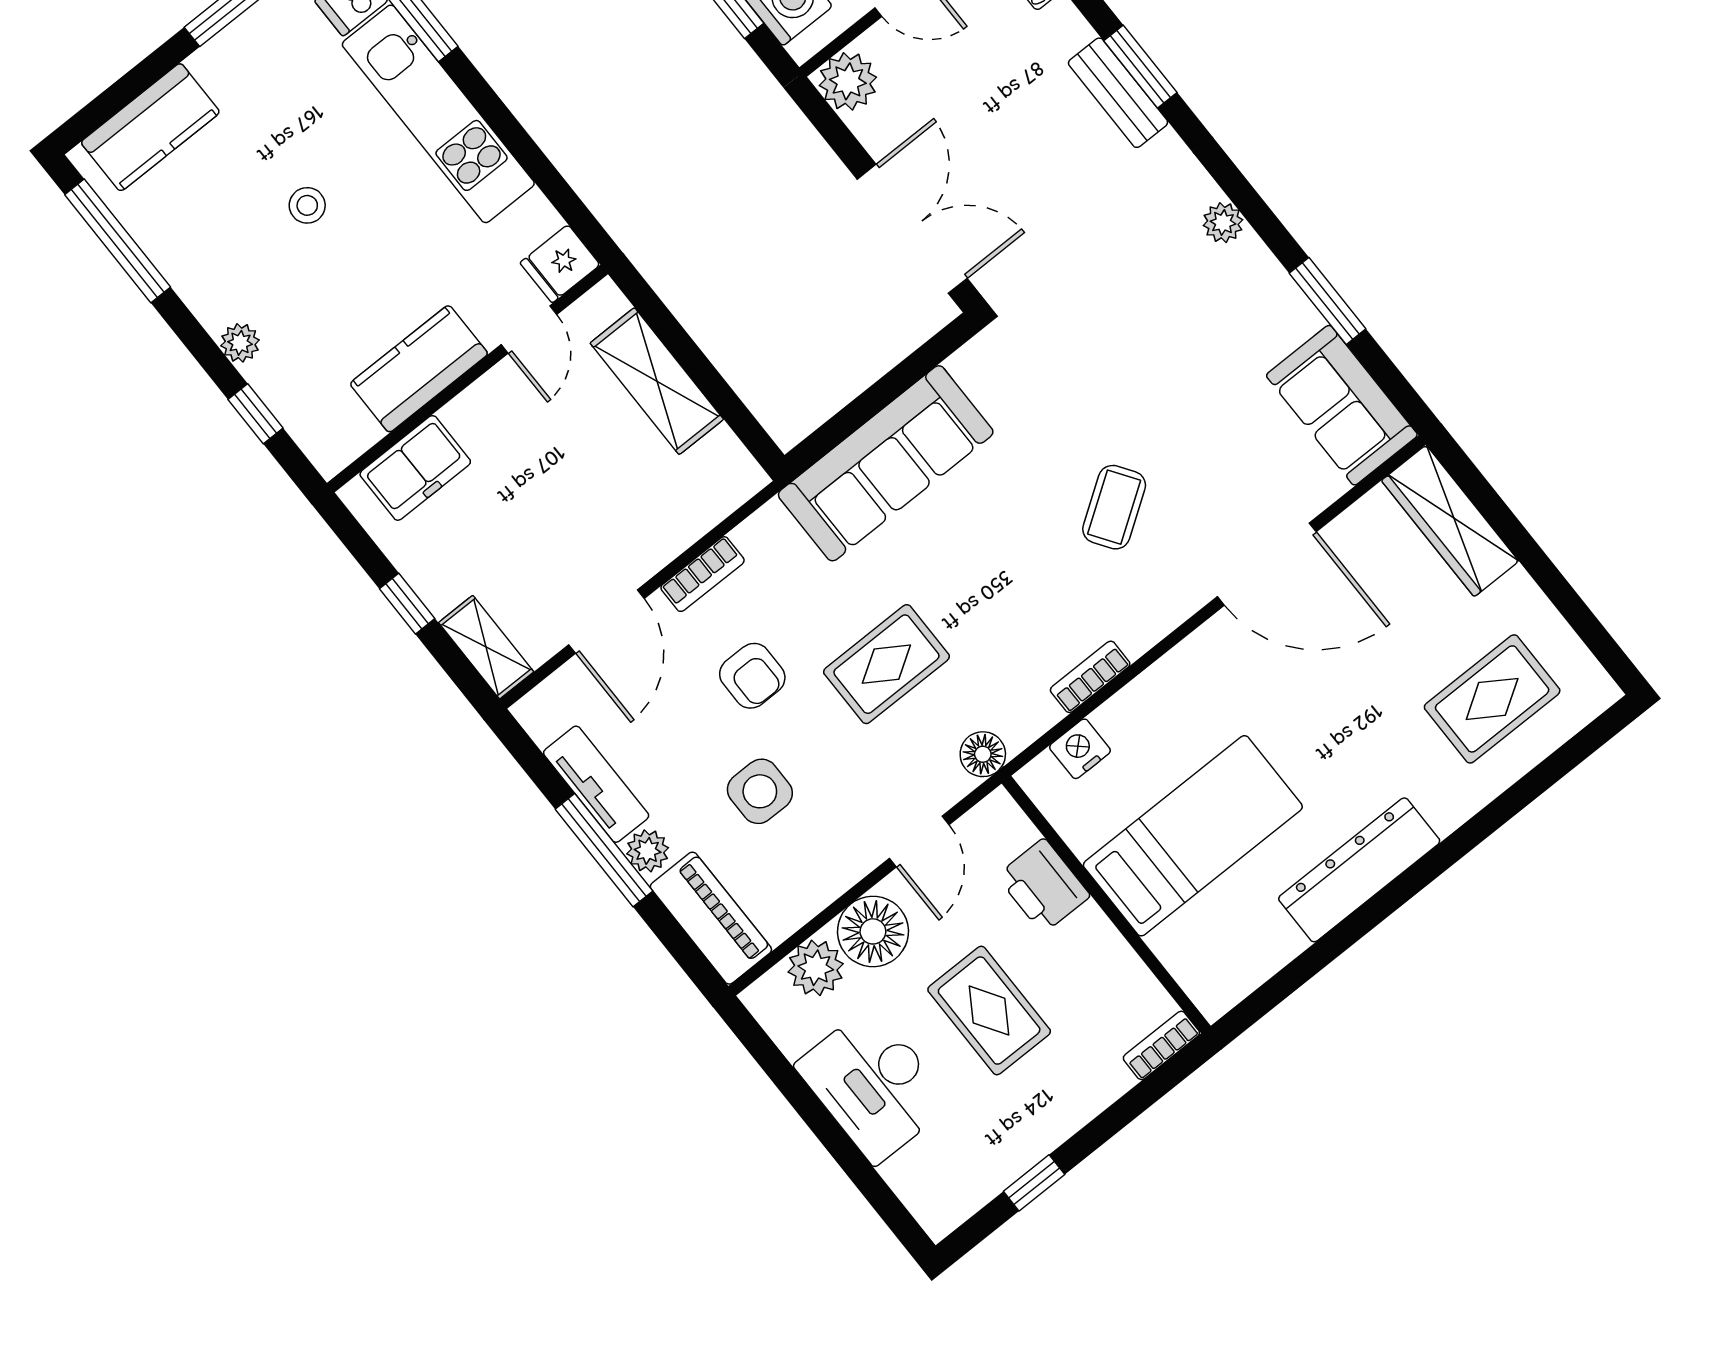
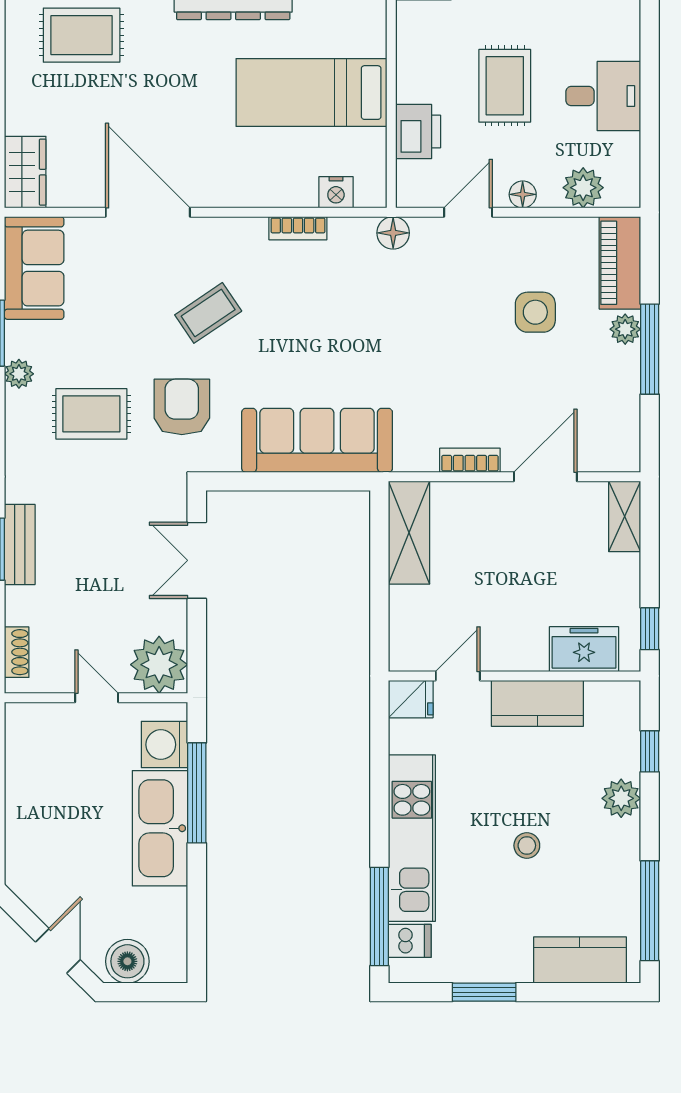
plant: (848, 81) -> (159, 665), width x1.36, depth x1.36
plant: (1223, 223) -> (19, 374), moved
double door: (912, 229) -> (197, 560), width x0.73
plant: (240, 343) -> (621, 798), width x1.38, depth x1.38
shelving: (657, 381) -> (409, 533), moved
wardrobe: (1450, 521) -> (25, 172), width x0.67
window: (407, 604) -> (650, 629), moved
rug: (886, 664) -> (91, 414), moved
armchair: (752, 676) -> (182, 407), moved, width x1.38, depth x1.38
tv unit: (596, 784) -> (624, 390), removed
floor lamp: (873, 931) -> (523, 194), width x0.53, depth x0.53
desk: (873, 1085) -> (603, 96), width x0.73

